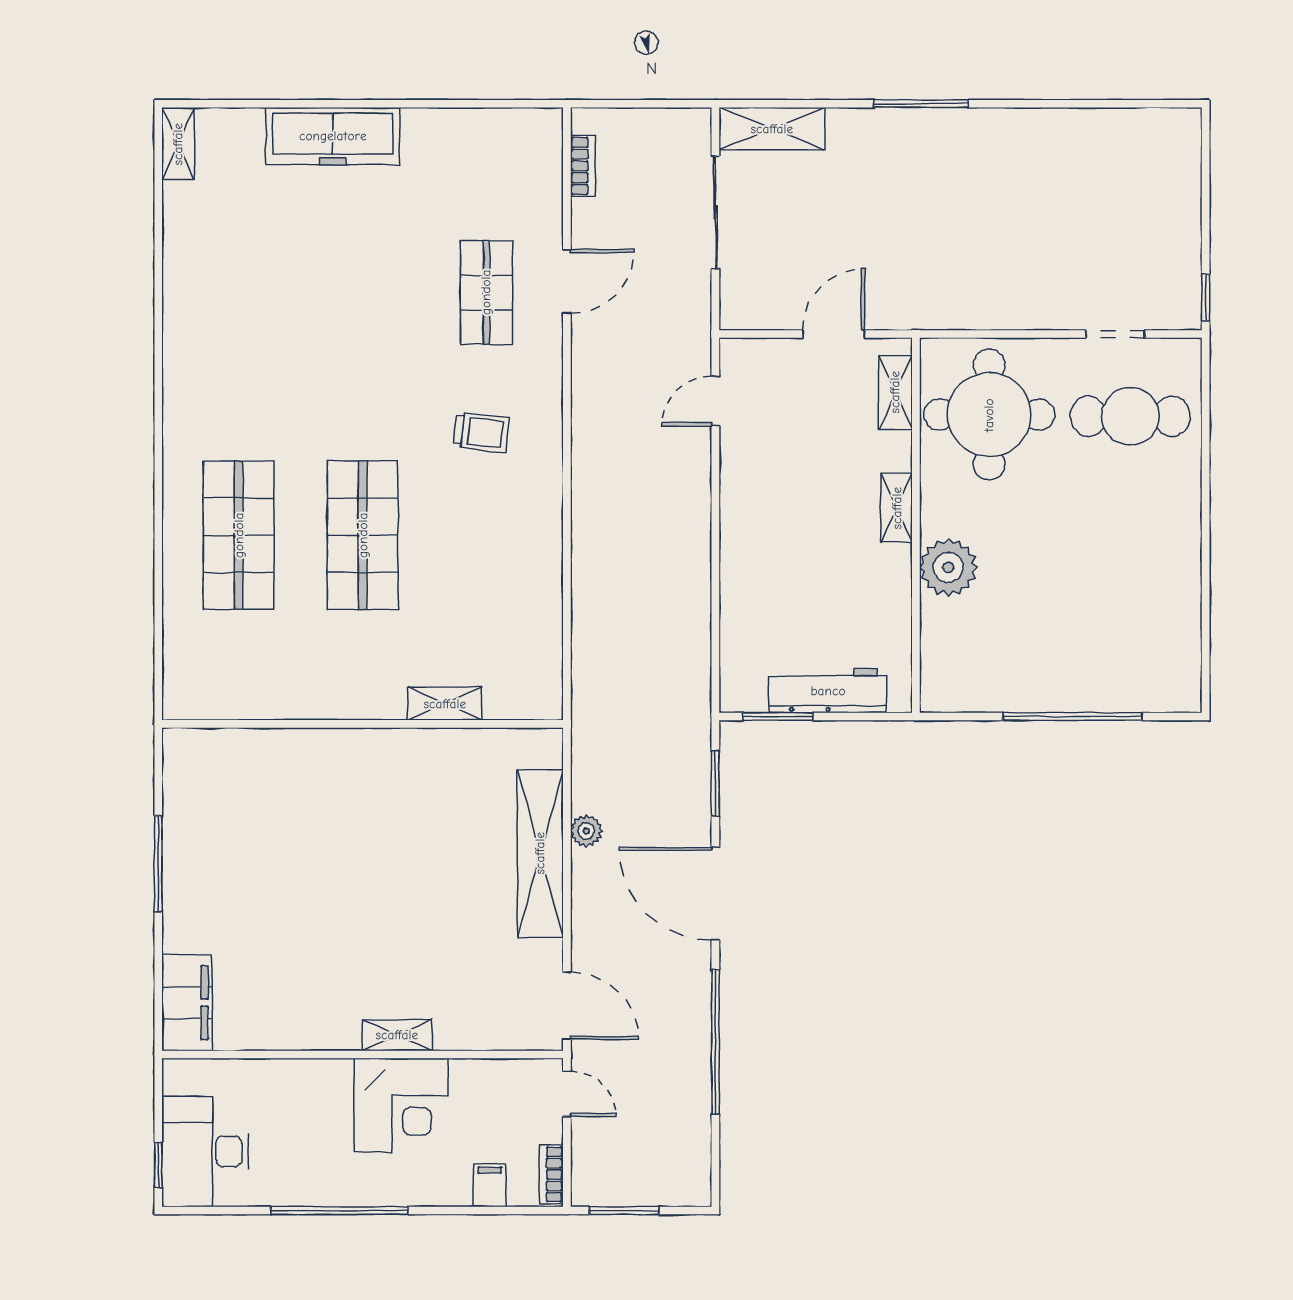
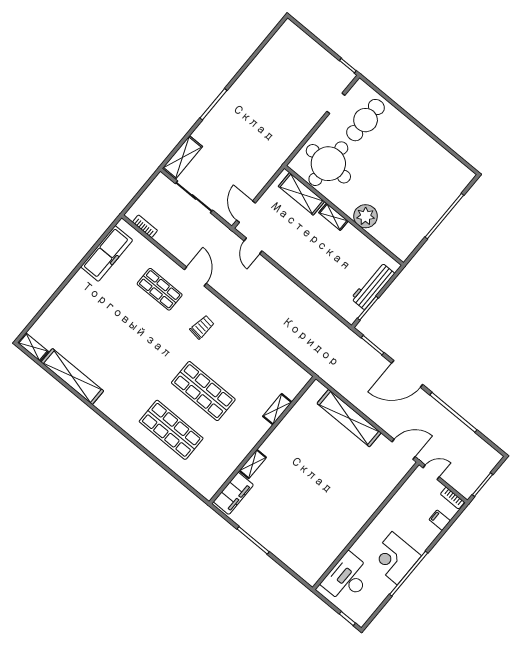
freezer: (333, 136) -> (107, 253), moved
shelving: (184, 264) -> (72, 377), added
door: (567, 281) -> (195, 277), moved
door: (834, 334) -> (246, 212), moved
shelving: (895, 392) -> (301, 194), width x1.50, depth x1.33
plant: (586, 831) -> (354, 398), removed
filing cabinet: (187, 1003) -> (233, 493), moved, turned 90
shelving: (397, 1035) -> (253, 464), moved
corner desk: (401, 1105) -> (395, 558), moved, turned 180
desk: (205, 1151) -> (347, 578), moved, turned 90

